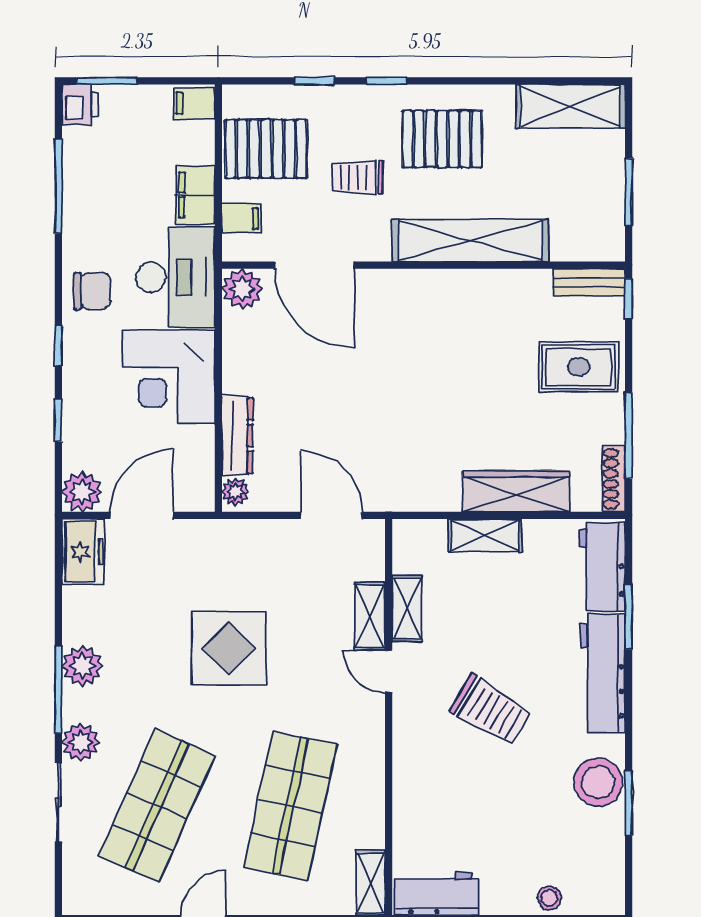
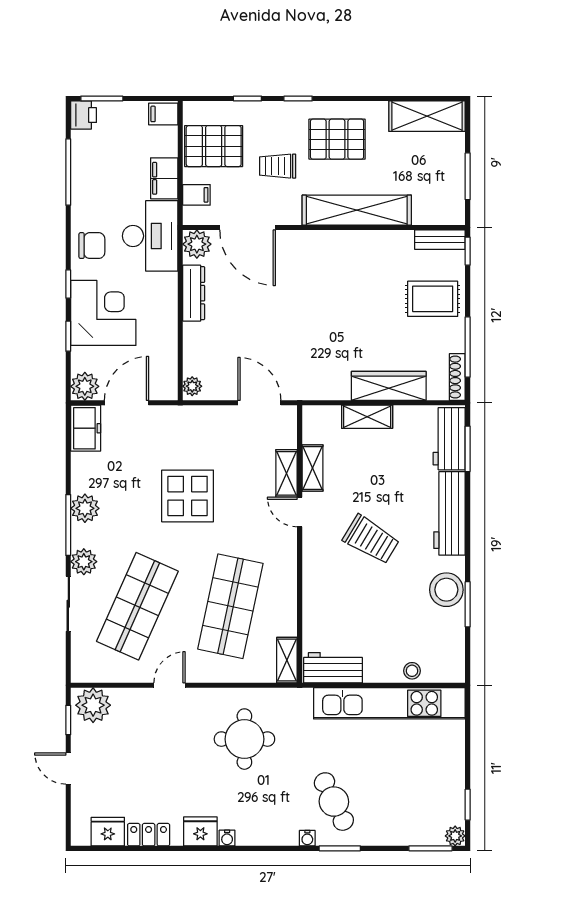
corner desk: (168, 377) -> (103, 313), moved, turned 180
dresser: (237, 436) -> (194, 293), moved
window: (629, 617) -> (468, 449), moved

